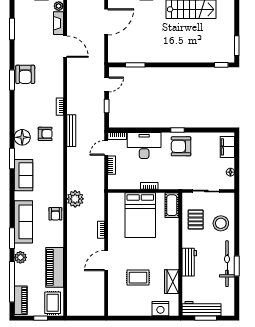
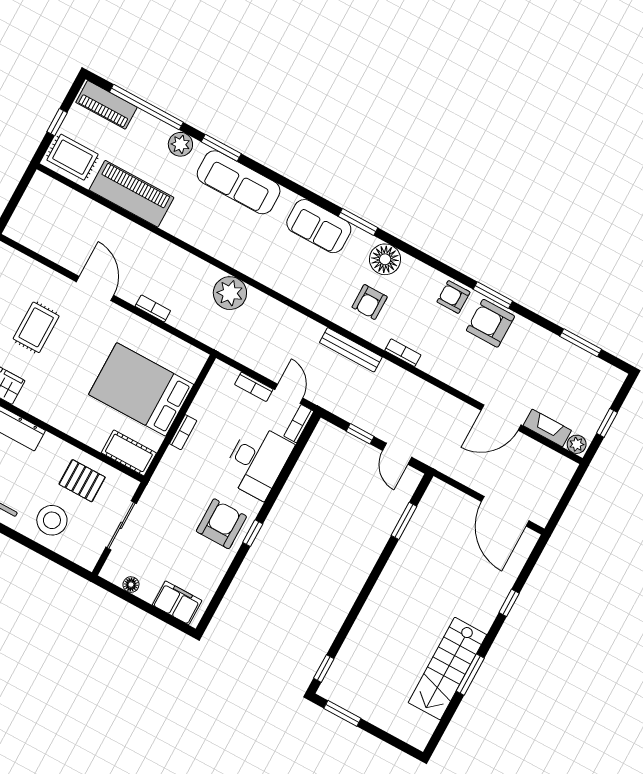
armchair: (55, 214) -> (453, 297), moved

